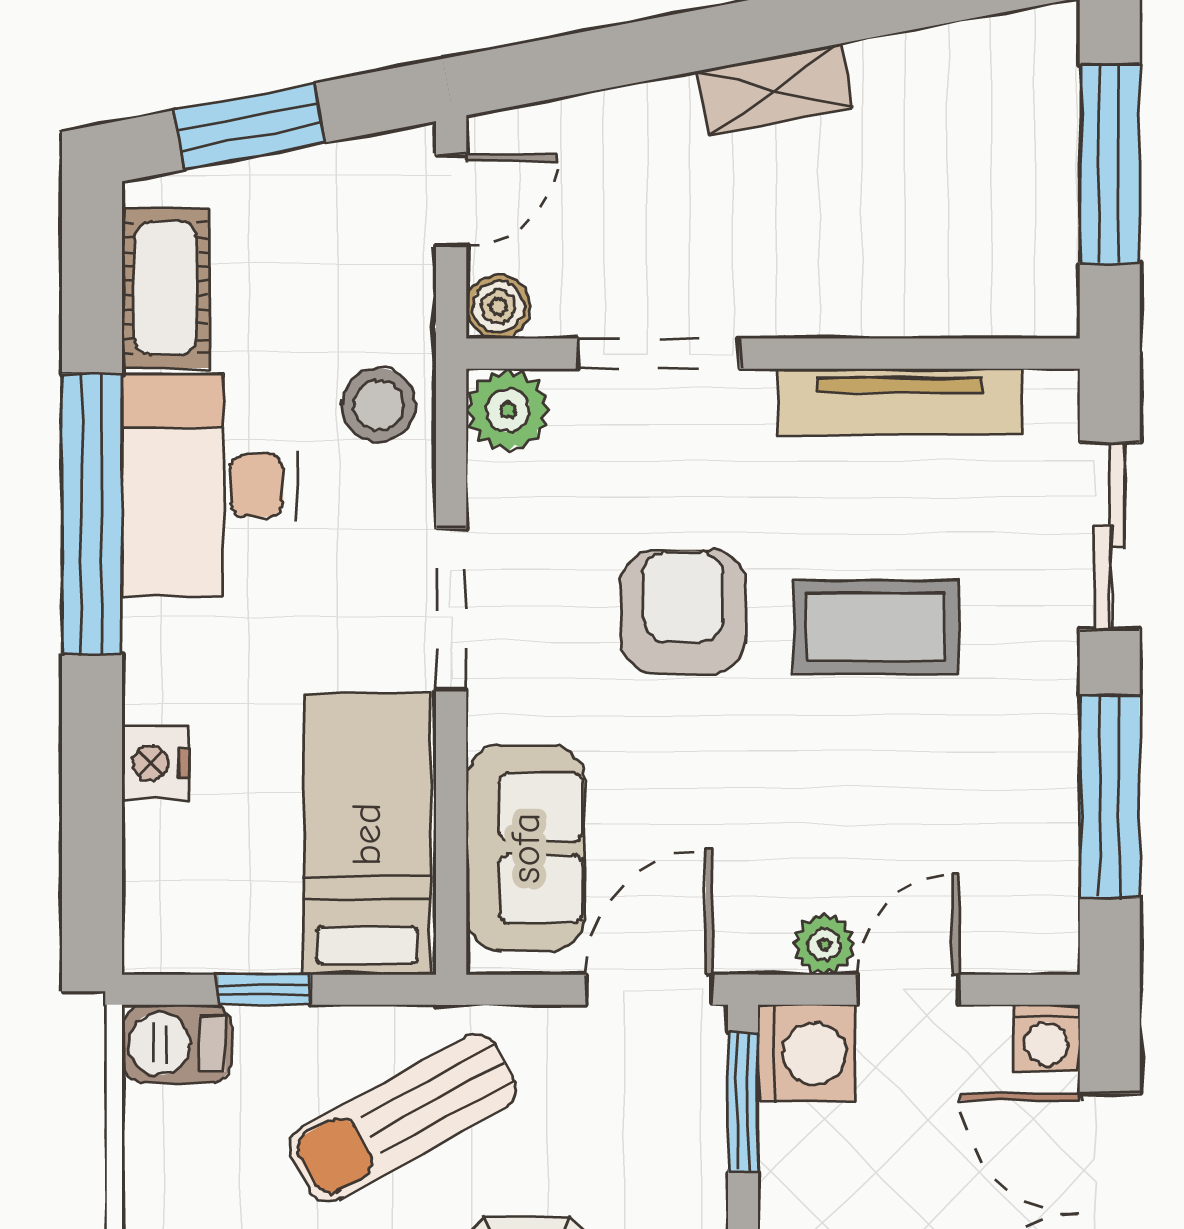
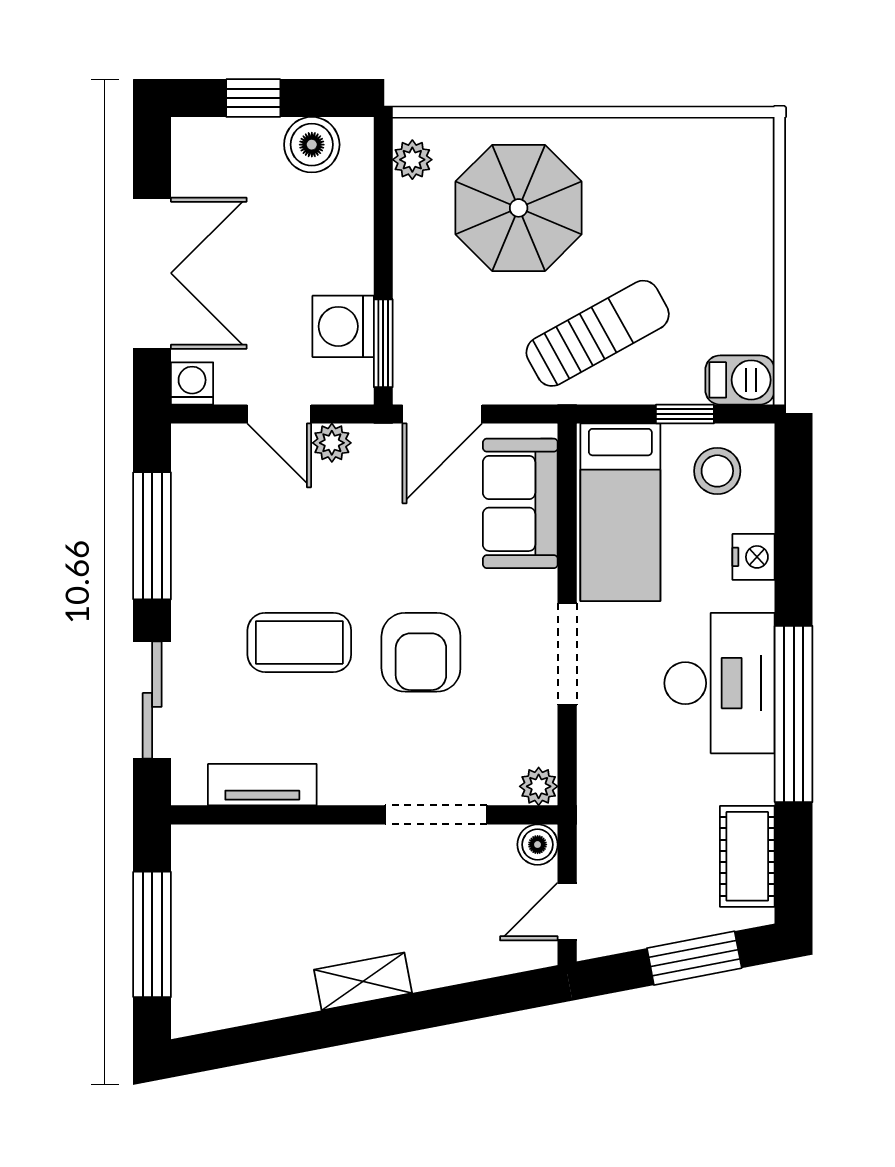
tv unit: (900, 402) -> (262, 785), width x0.71
stool: (379, 405) -> (717, 471), moved
plant: (508, 410) -> (539, 786), width x0.73, depth x0.73
desk: (209, 485) -> (719, 683), moved
door: (908, 990) -> (279, 414), hinge flipped
washing machine: (807, 1053) -> (343, 326), moved

